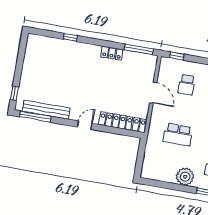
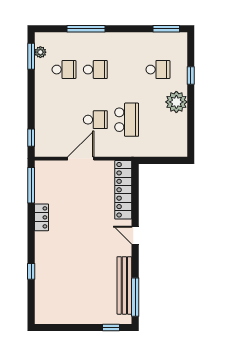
school desk: (187, 85) -> (95, 120), moved

